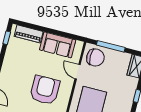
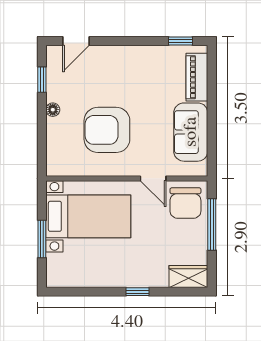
door: (78, 72) -> (153, 178), swing flipped
armchair: (45, 90) -> (107, 130), turned 180

